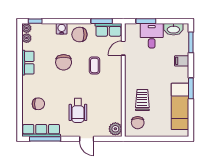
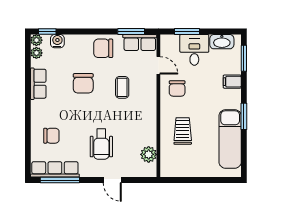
water cooler: (62, 29) -> (57, 41), moved
door: (123, 48) -> (158, 65), swing flipped
chair: (138, 123) -> (177, 88), moved
plant: (115, 129) -> (149, 154), moved

